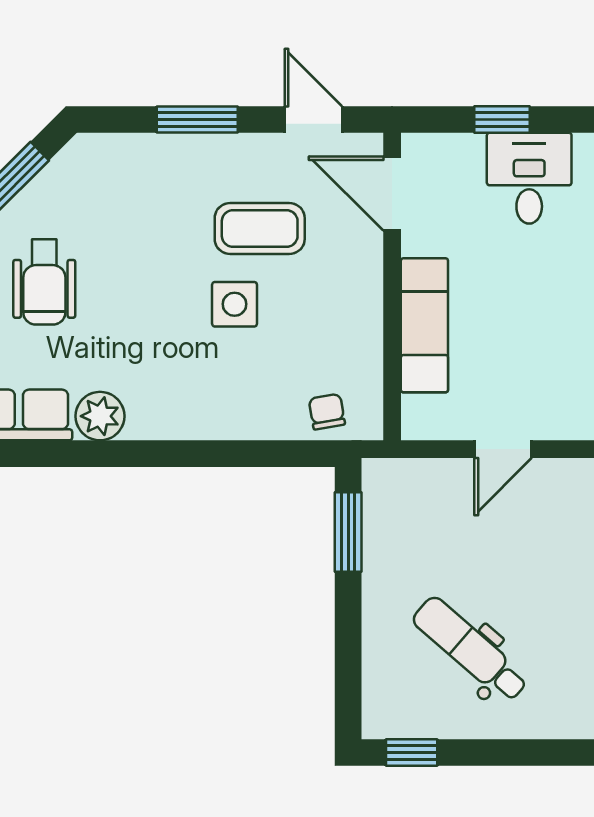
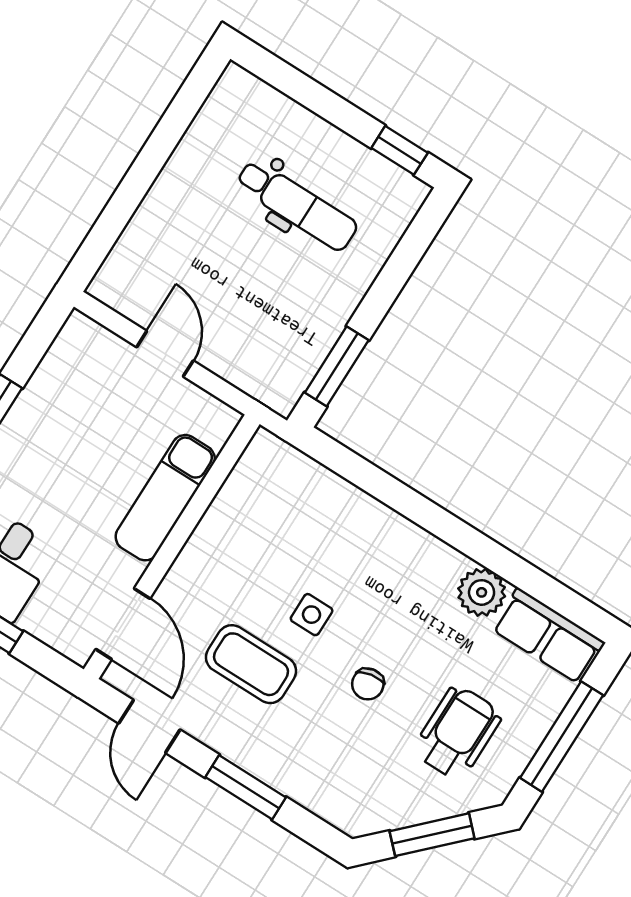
side table: (235, 304) -> (312, 615), width x0.73, depth x0.73
chair: (327, 412) -> (368, 684), moved
door: (503, 449) -> (165, 354), hinge flipped
dental chair: (470, 649) -> (297, 205), turned -41

